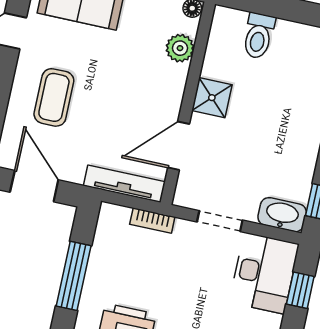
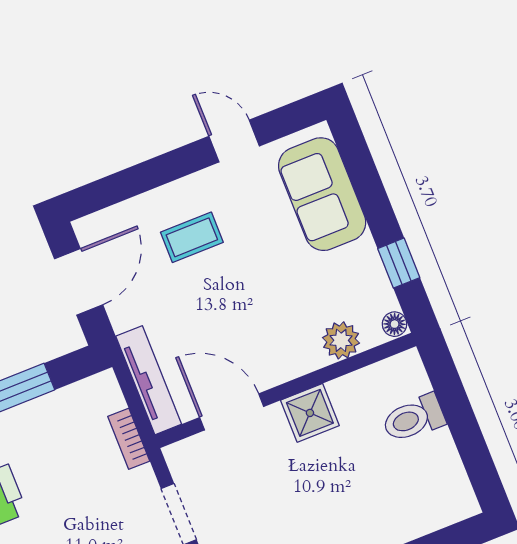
coffee table: (54, 97) -> (192, 237), width x0.73, depth x0.77

